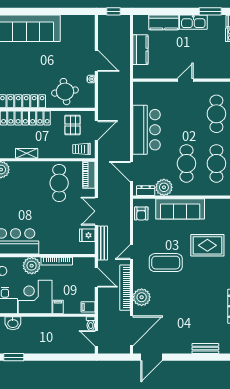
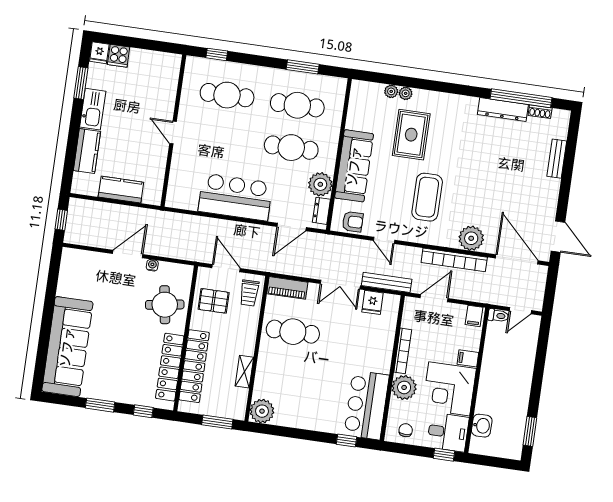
door: (131, 252) -> (384, 240), moved

